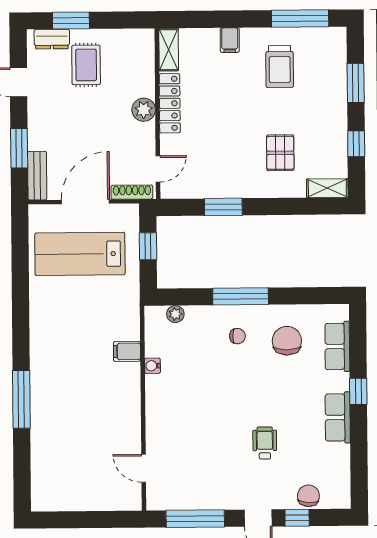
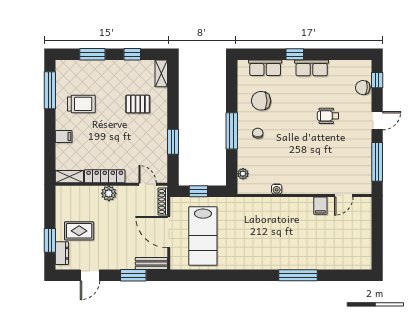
filing cabinet: (127, 351) -> (320, 206), moved
window: (297, 518) -> (377, 80), moved

